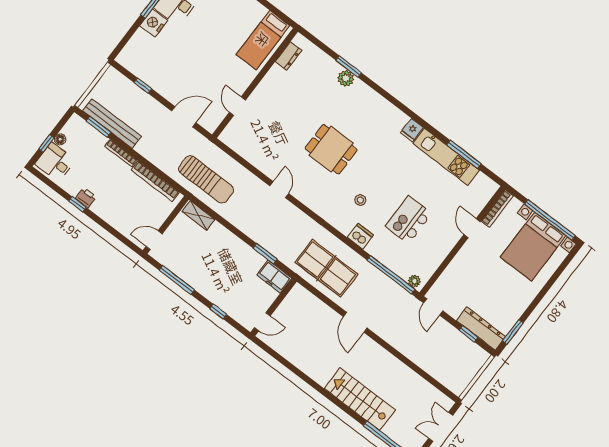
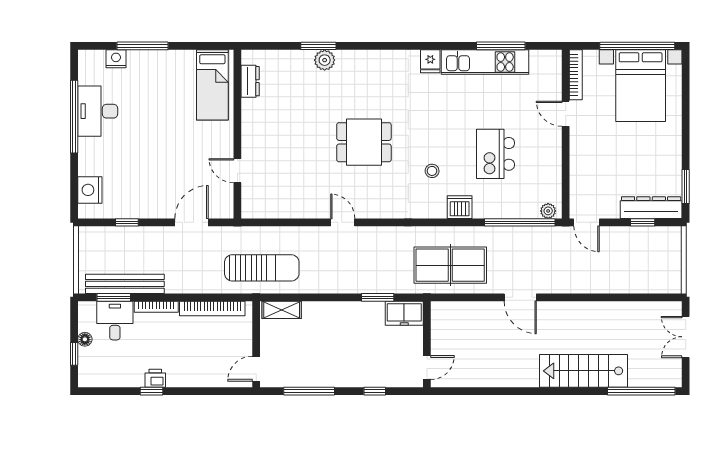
nightstand: (154, 23) -> (90, 190), moved
desk: (55, 162) -> (115, 321), moved, turned 90

